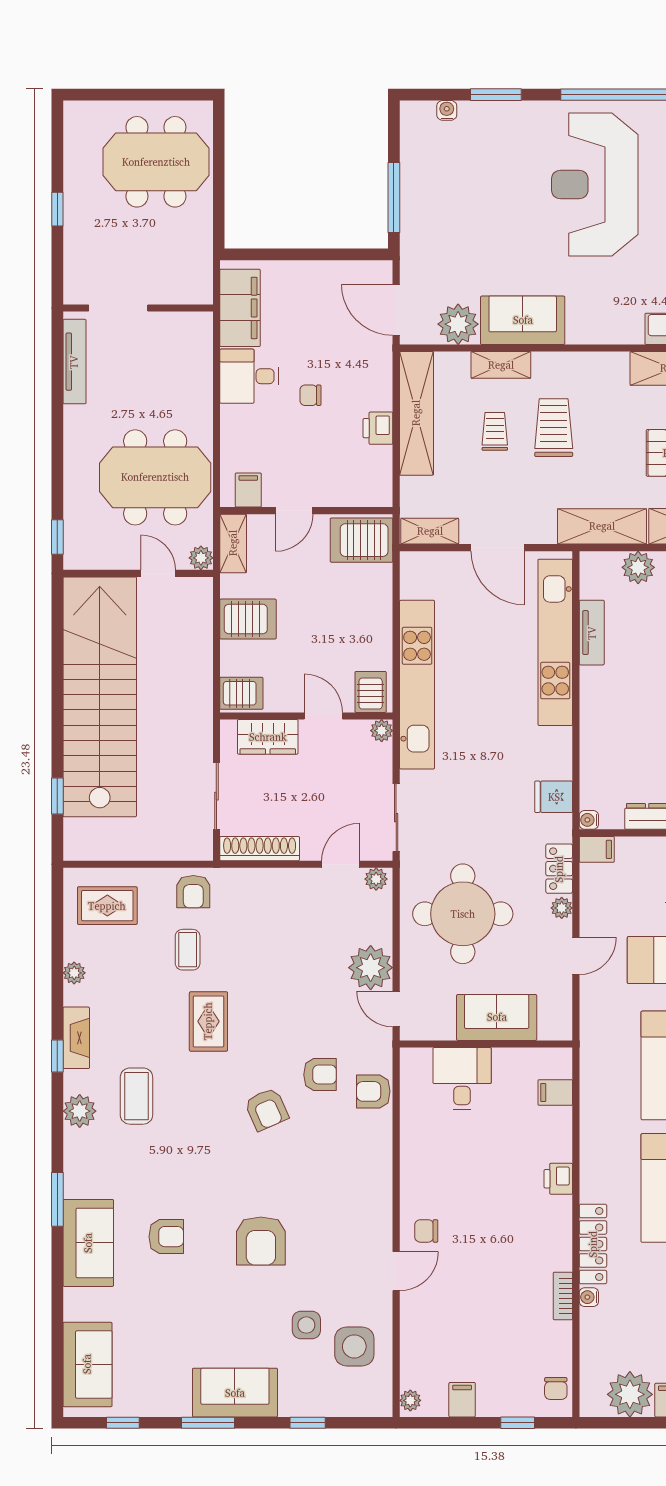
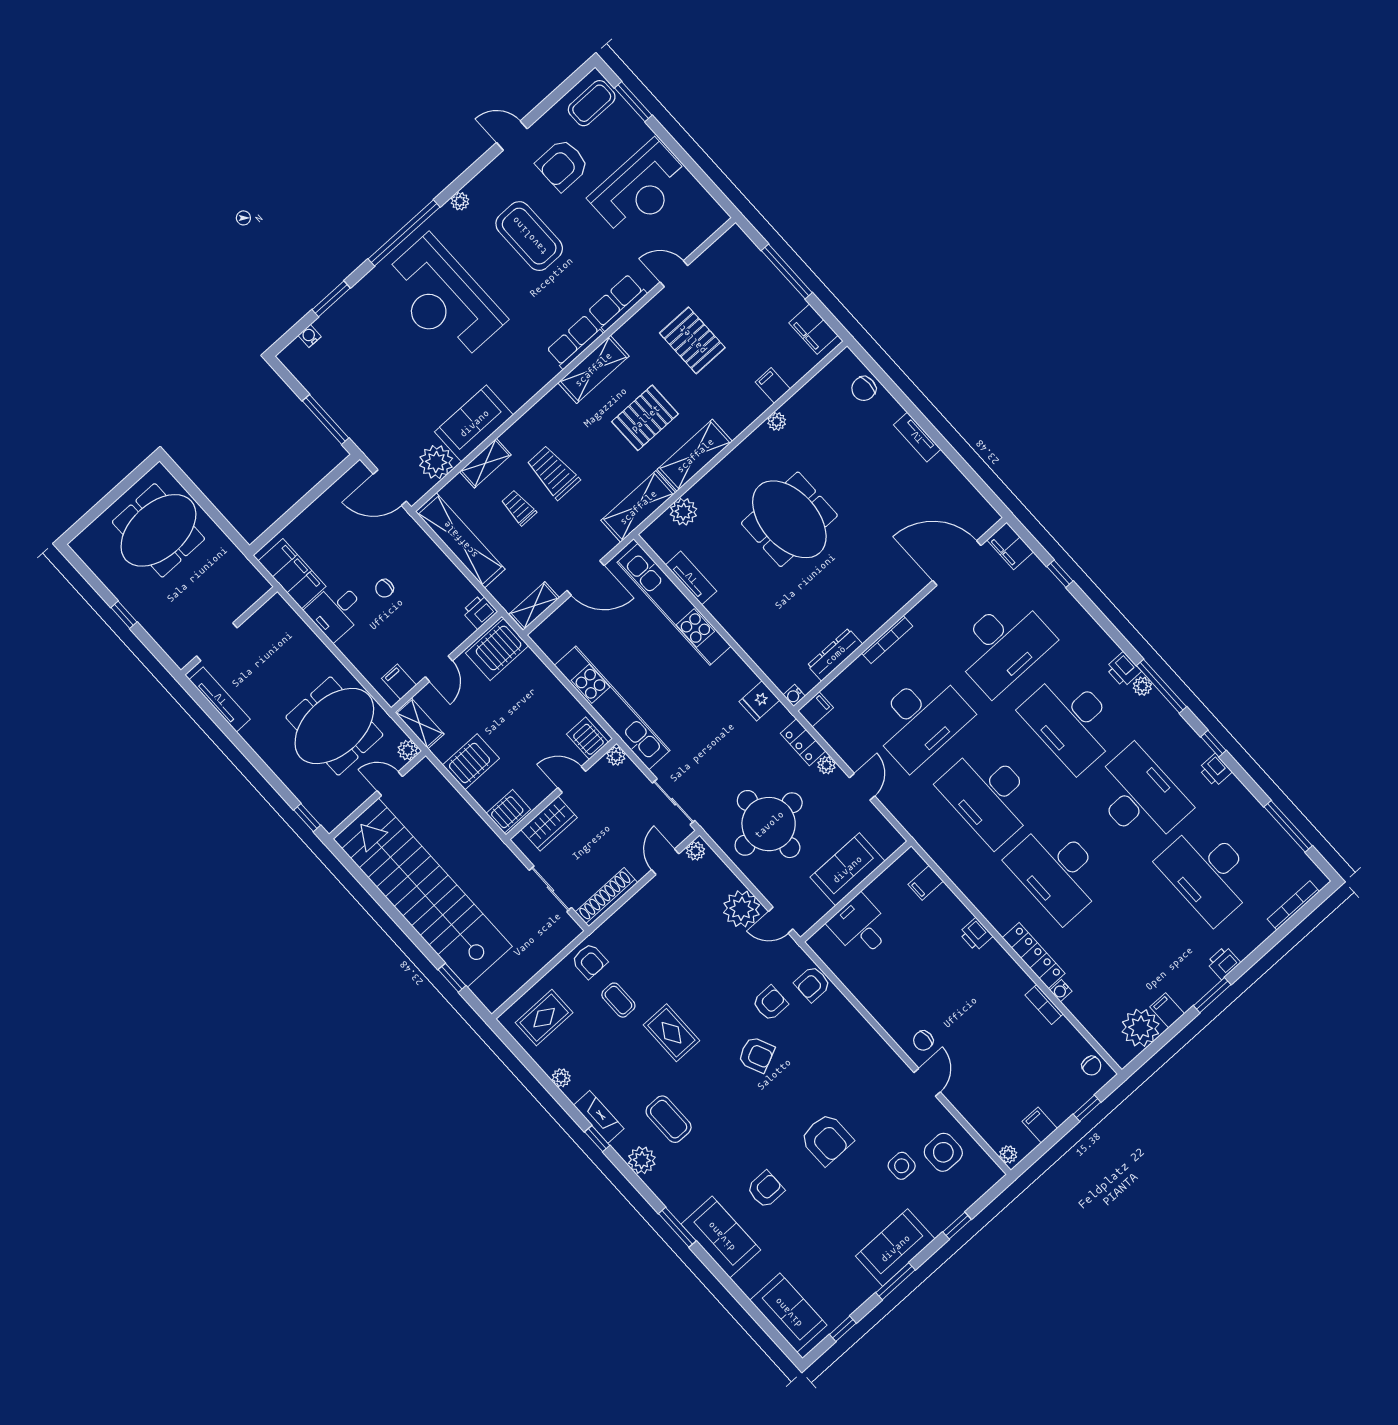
printer: (378, 428) -> (480, 612), moved, turned 90

